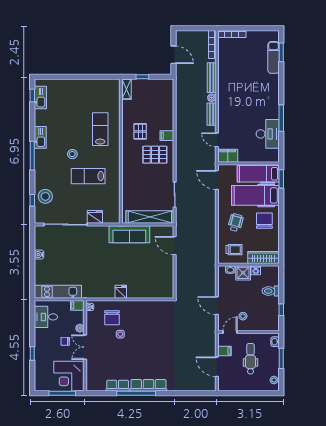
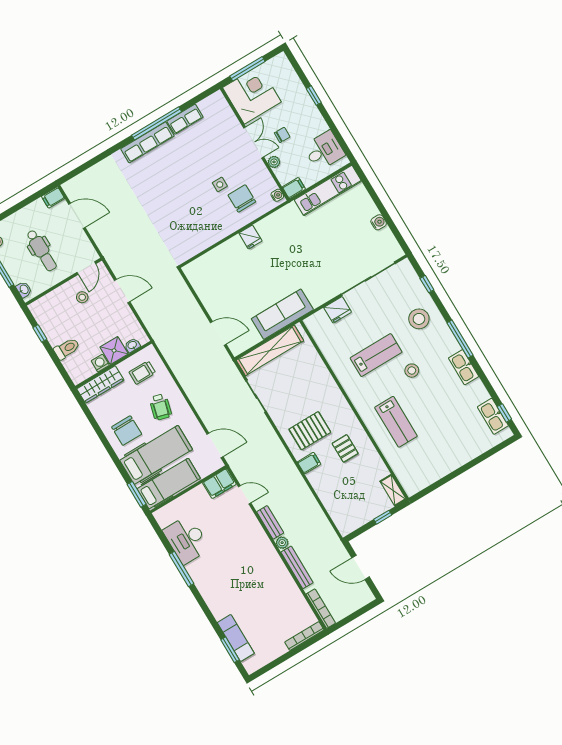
stool: (45, 196) -> (419, 319), moved
filing cabinet: (225, 351) -> (53, 197), moved

